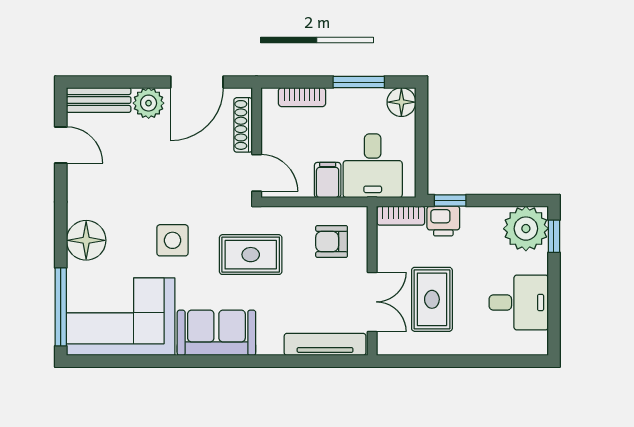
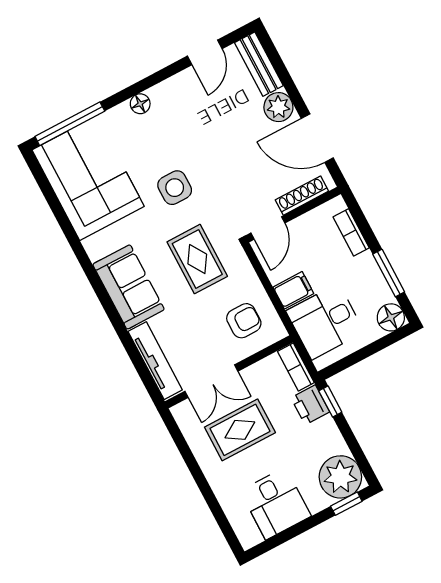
floor lamp: (86, 240) -> (140, 104), width x0.53, depth x0.53
armchair: (332, 242) -> (244, 321), turned 90
sofa: (216, 333) -> (128, 287), moved

